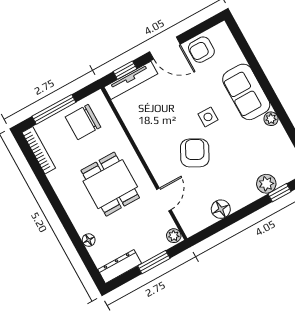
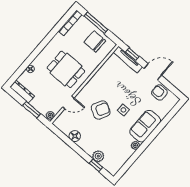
door: (165, 48) -> (153, 72), swing flipped
dining table: (110, 184) -> (66, 69), turned 90

